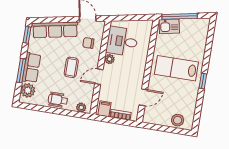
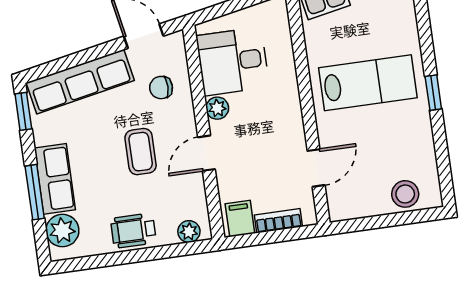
lab bench: (176, 68) -> (368, 83), turned 180

